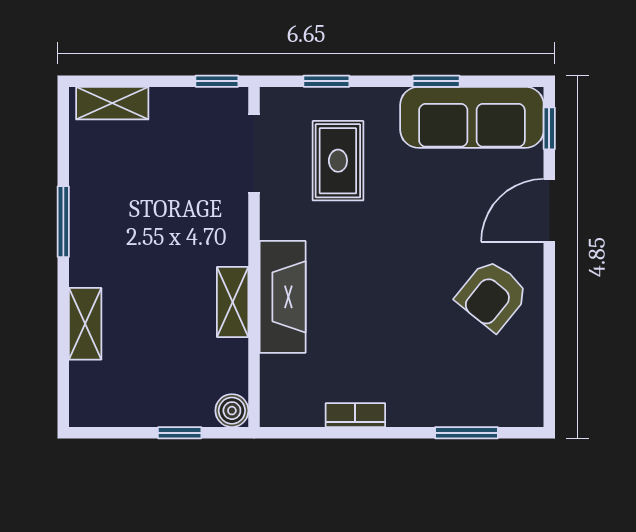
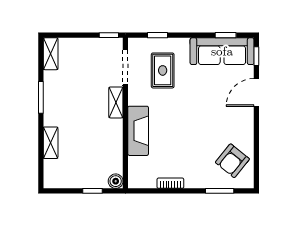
window: (436, 81) -> (226, 35), moved
shelving: (112, 103) -> (51, 54), moved, turned 90
armchair: (492, 295) -> (232, 161), moved
shelving: (233, 302) -> (116, 102), moved

